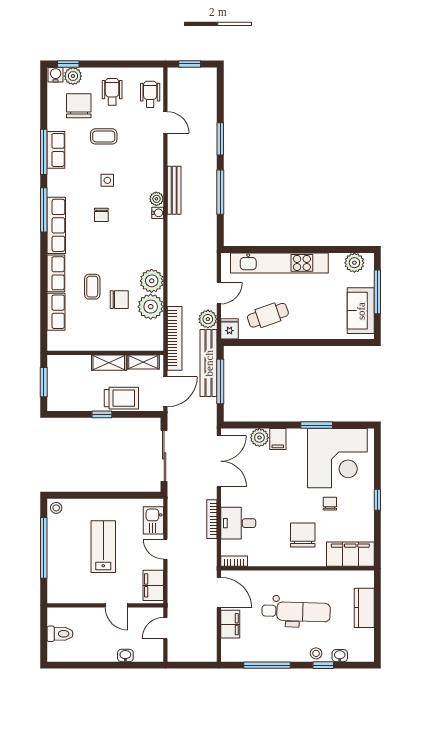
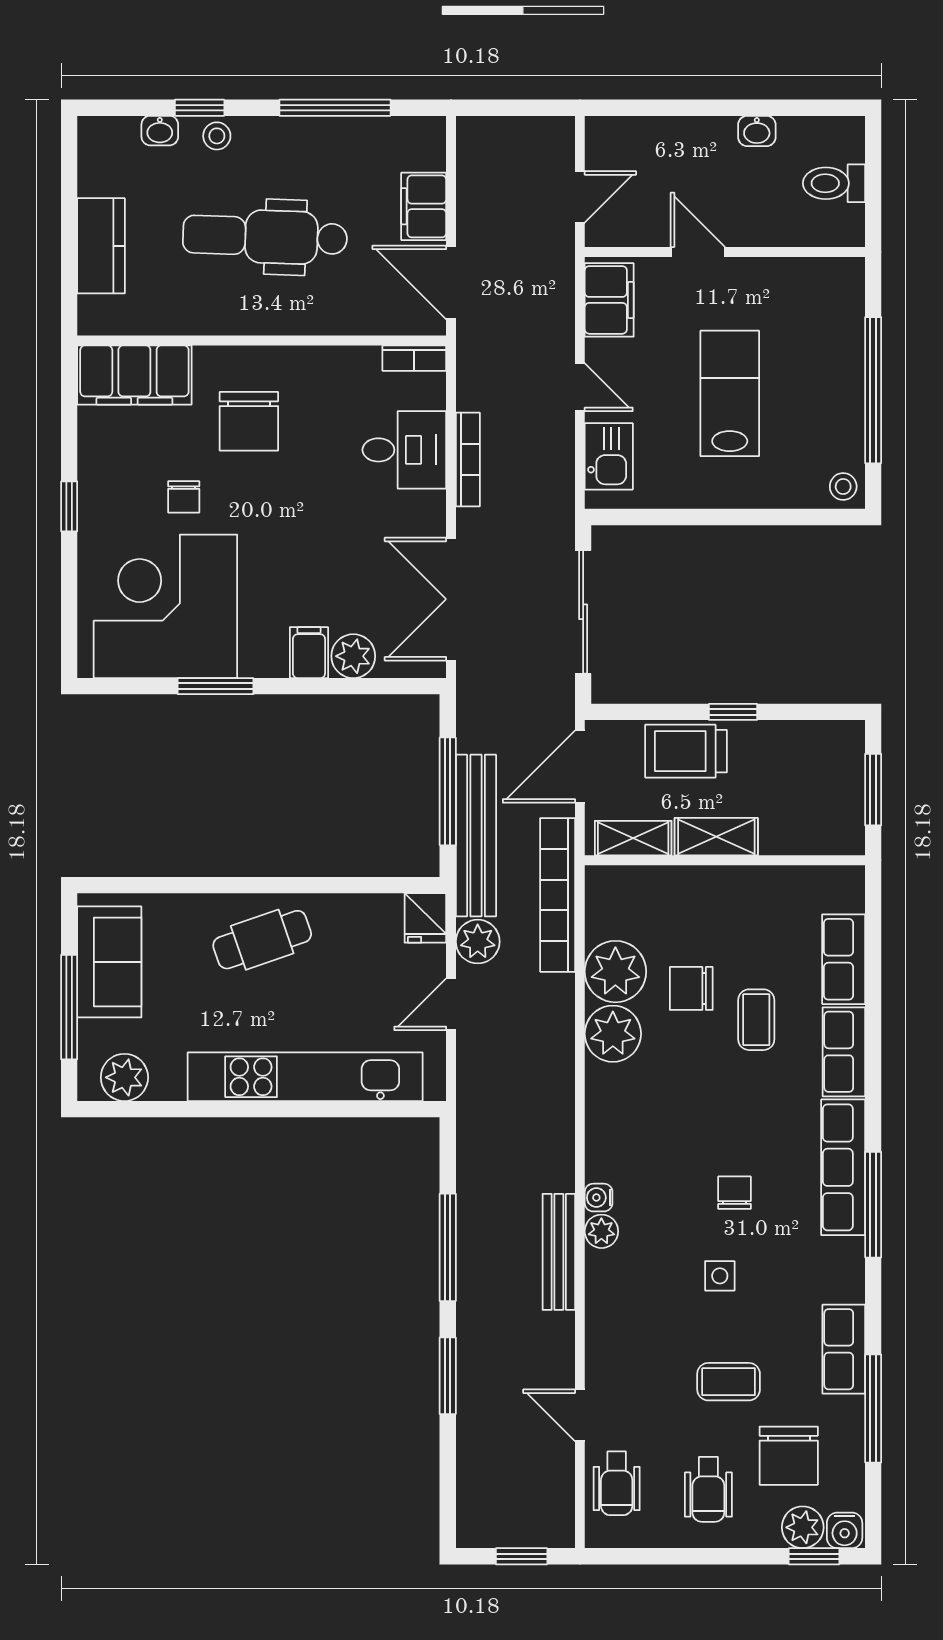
window: (44, 152) -> (873, 1409), moved
cafe table: (268, 315) -> (262, 940), moved
lab bench: (103, 547) -> (730, 393), turned 180
washbasin: (125, 655) -> (757, 131), moved

